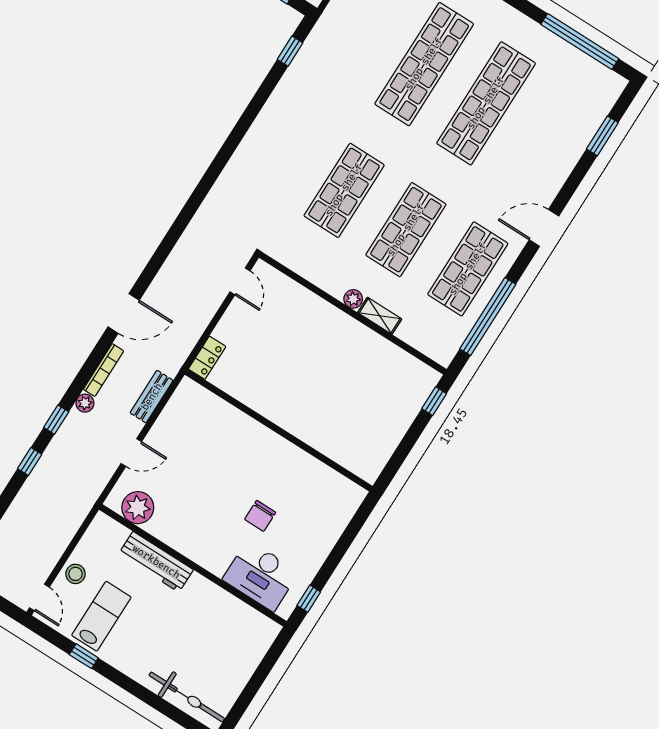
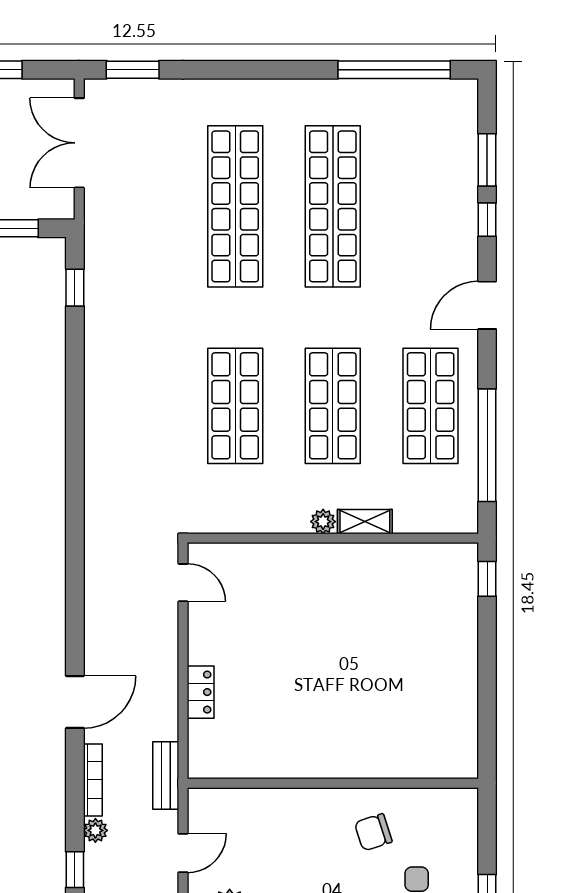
window: (578, 174) -> (487, 220), added
wall: (279, 430) -> (333, 783), moved
chair: (260, 516) -> (373, 832), turned 72

